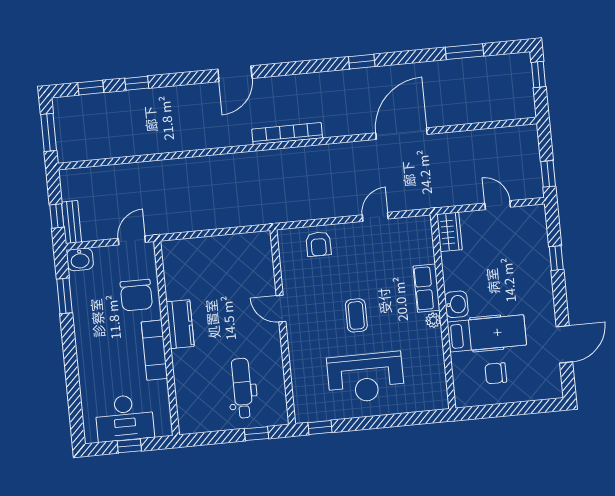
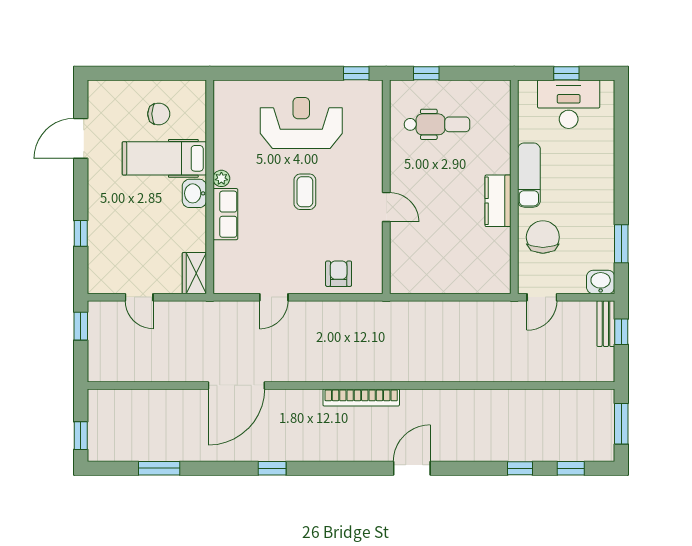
dental chair: (242, 388) -> (437, 124), turned -90

